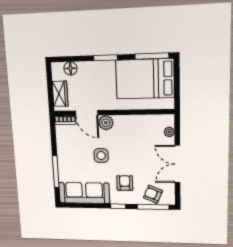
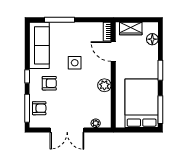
door: (87, 113) -> (113, 51), hinge flipped
plant: (106, 123) -> (104, 85), moved
double door: (177, 164) -> (67, 130), swing flipped
armchair: (153, 194) -> (39, 108), turned 67

